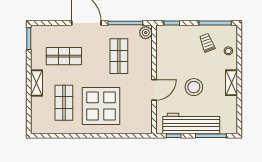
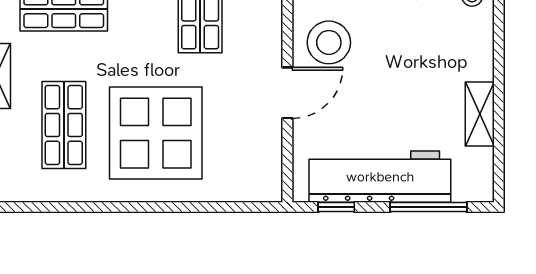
shelving: (231, 83) -> (480, 114), moved
stool: (194, 87) -> (329, 42), moved

